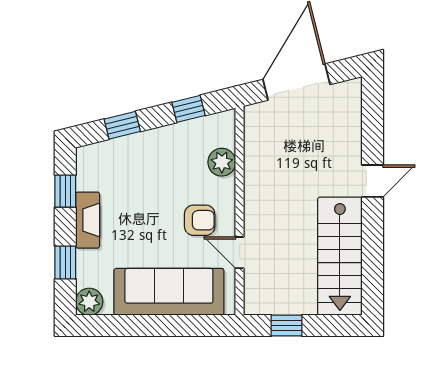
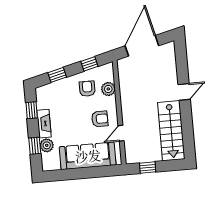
armchair: (180, 158) -> (87, 89), added
door: (240, 253) -> (121, 133), hinge flipped
plant: (89, 302) -> (47, 145), moved

